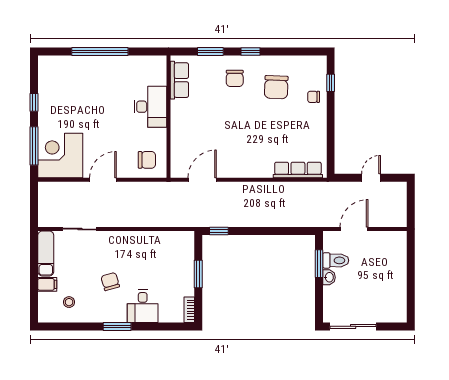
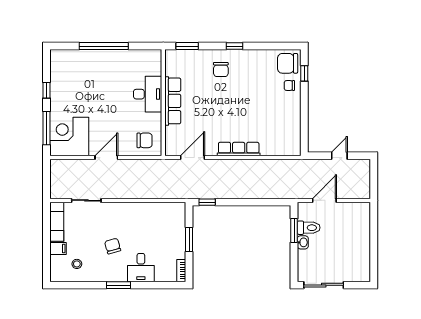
window: (210, 51) -> (187, 46), moved
row of seats: (179, 80) -> (173, 101), moved, width x1.48
chair: (276, 87) -> (288, 63), moved, turned 88
row of seats: (298, 170) -> (239, 149), moved

